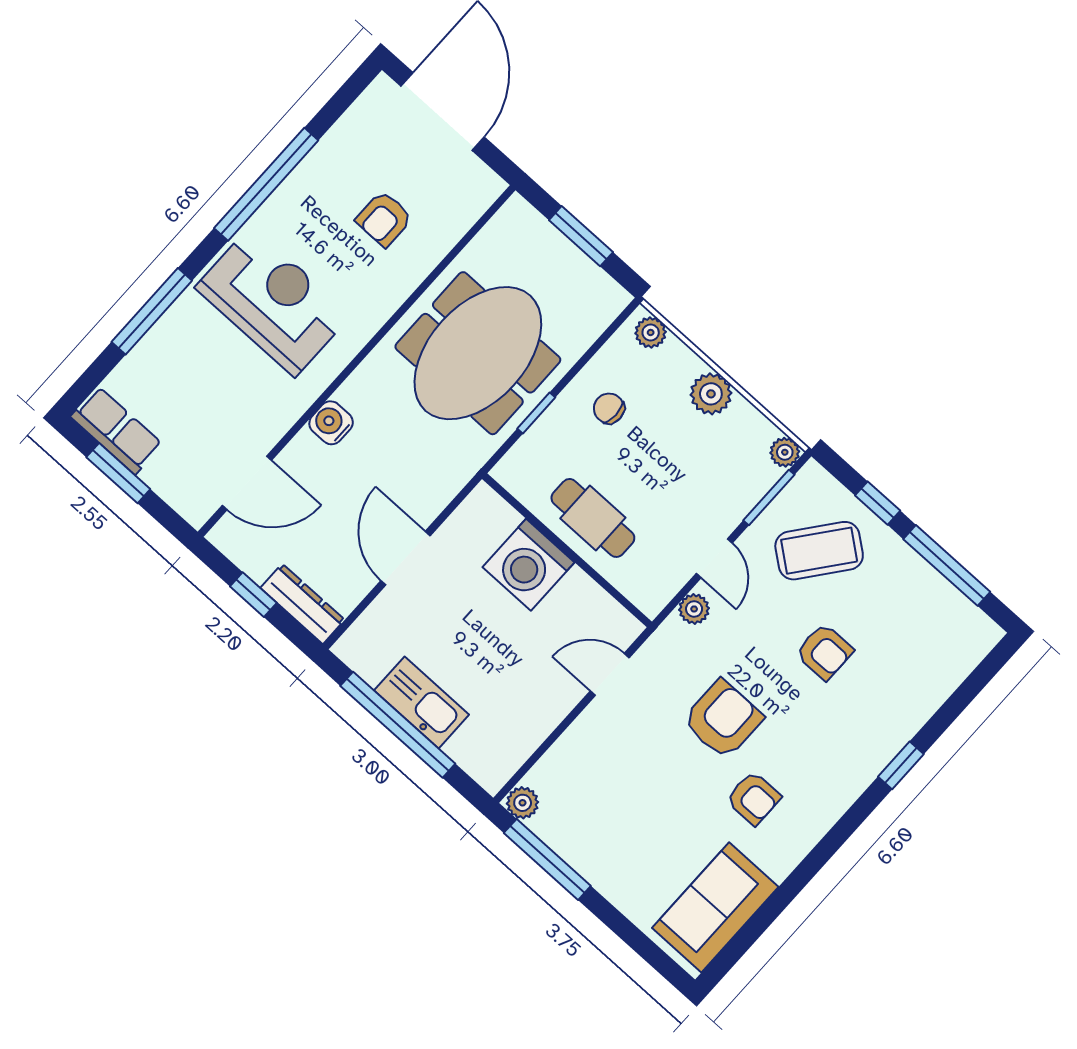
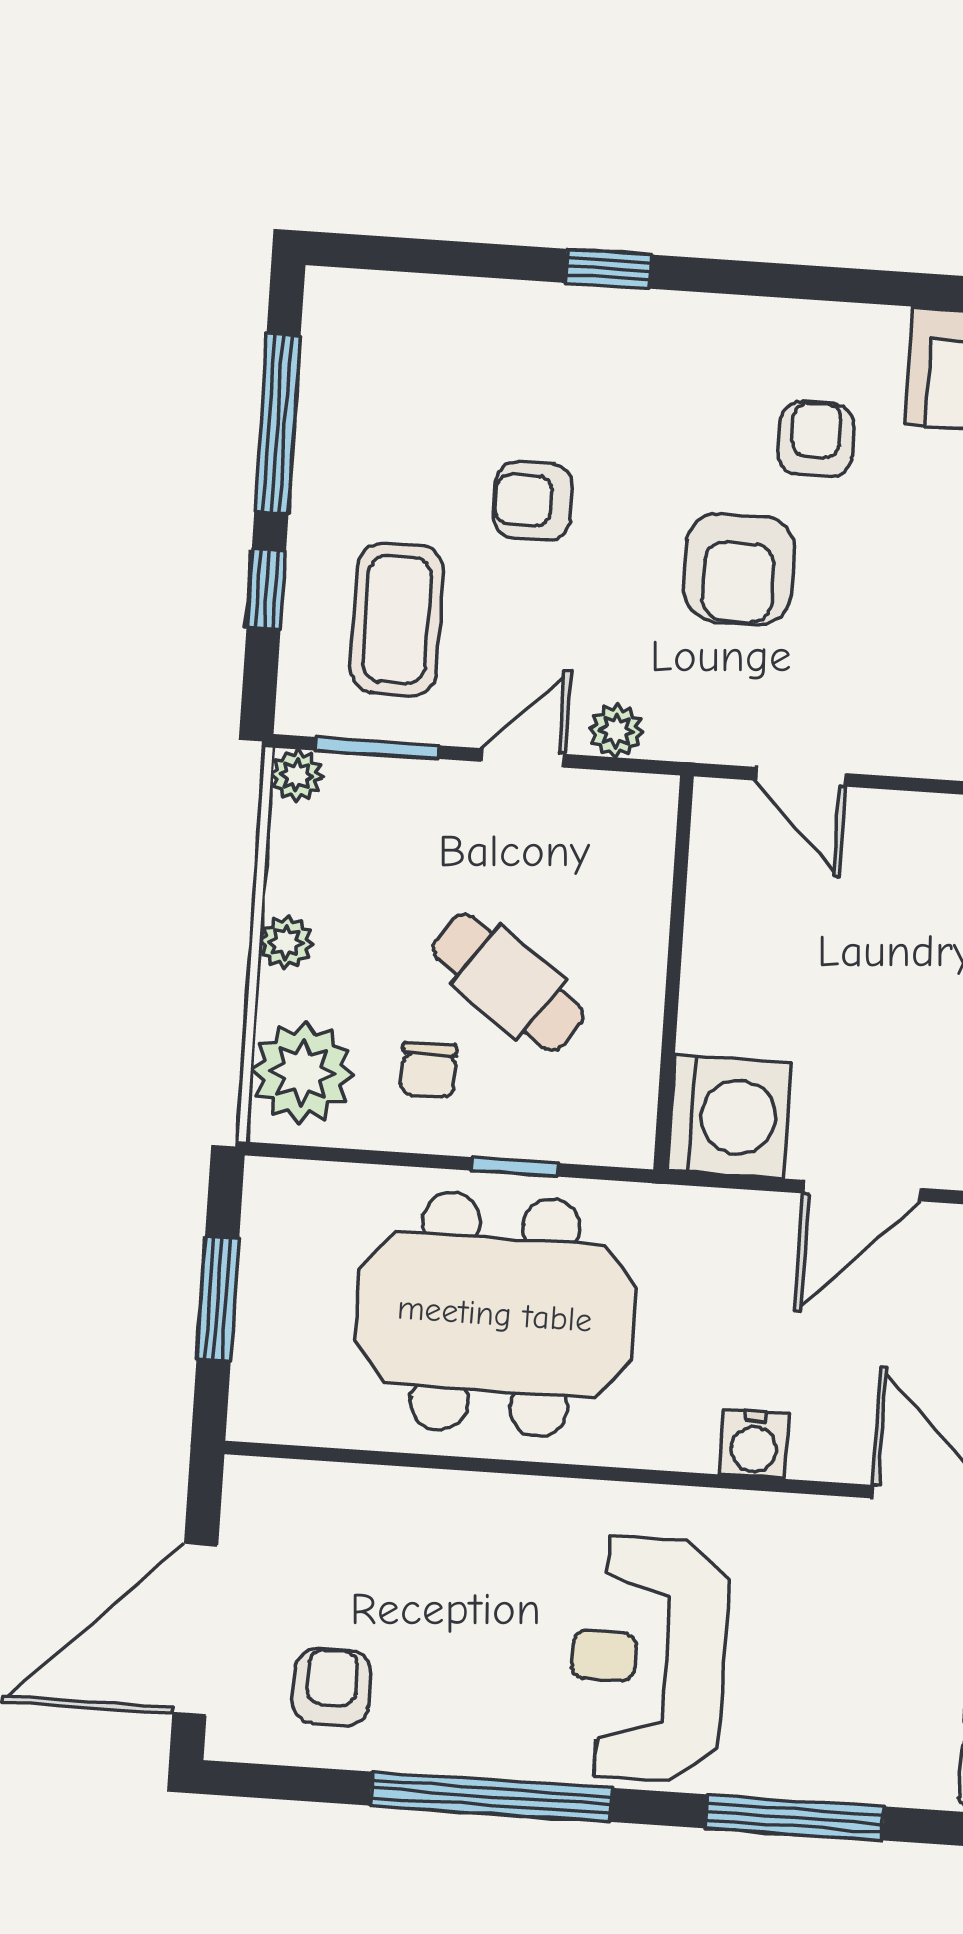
armchair: (384, 219) -> (332, 1687), moved, turned -90
plant: (651, 332) -> (302, 1073), width x1.87, depth x1.87
plant: (711, 394) -> (286, 942), width x0.73, depth x0.73
cafe table: (593, 518) -> (508, 982), moved, turned -54
coffee table: (819, 551) -> (397, 619), turned 52
washing machine: (528, 565) -> (729, 1116), moved
armchair: (824, 652) -> (533, 501), turned -90
armchair: (723, 719) -> (739, 569), turned -90

